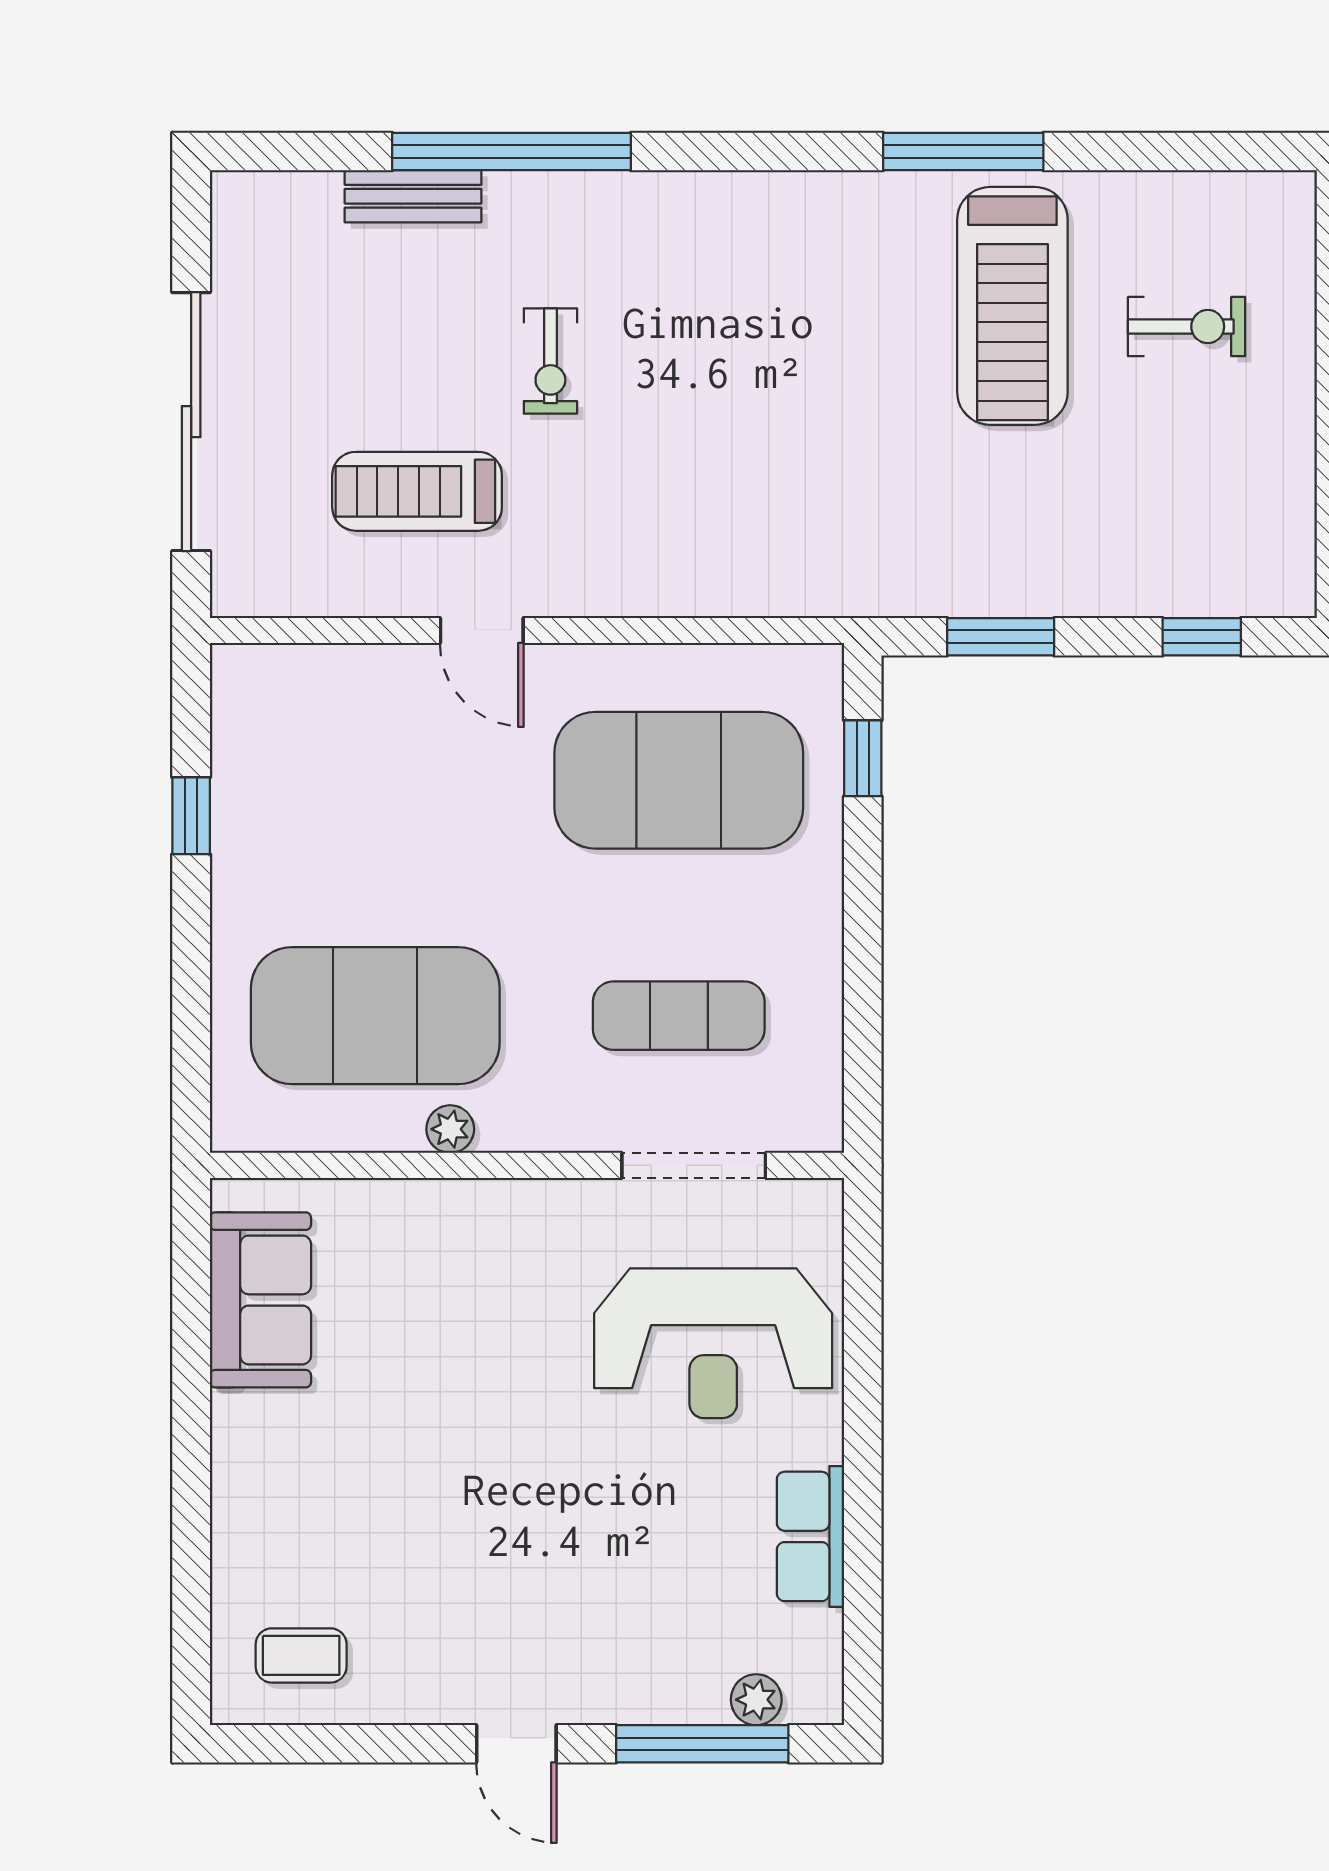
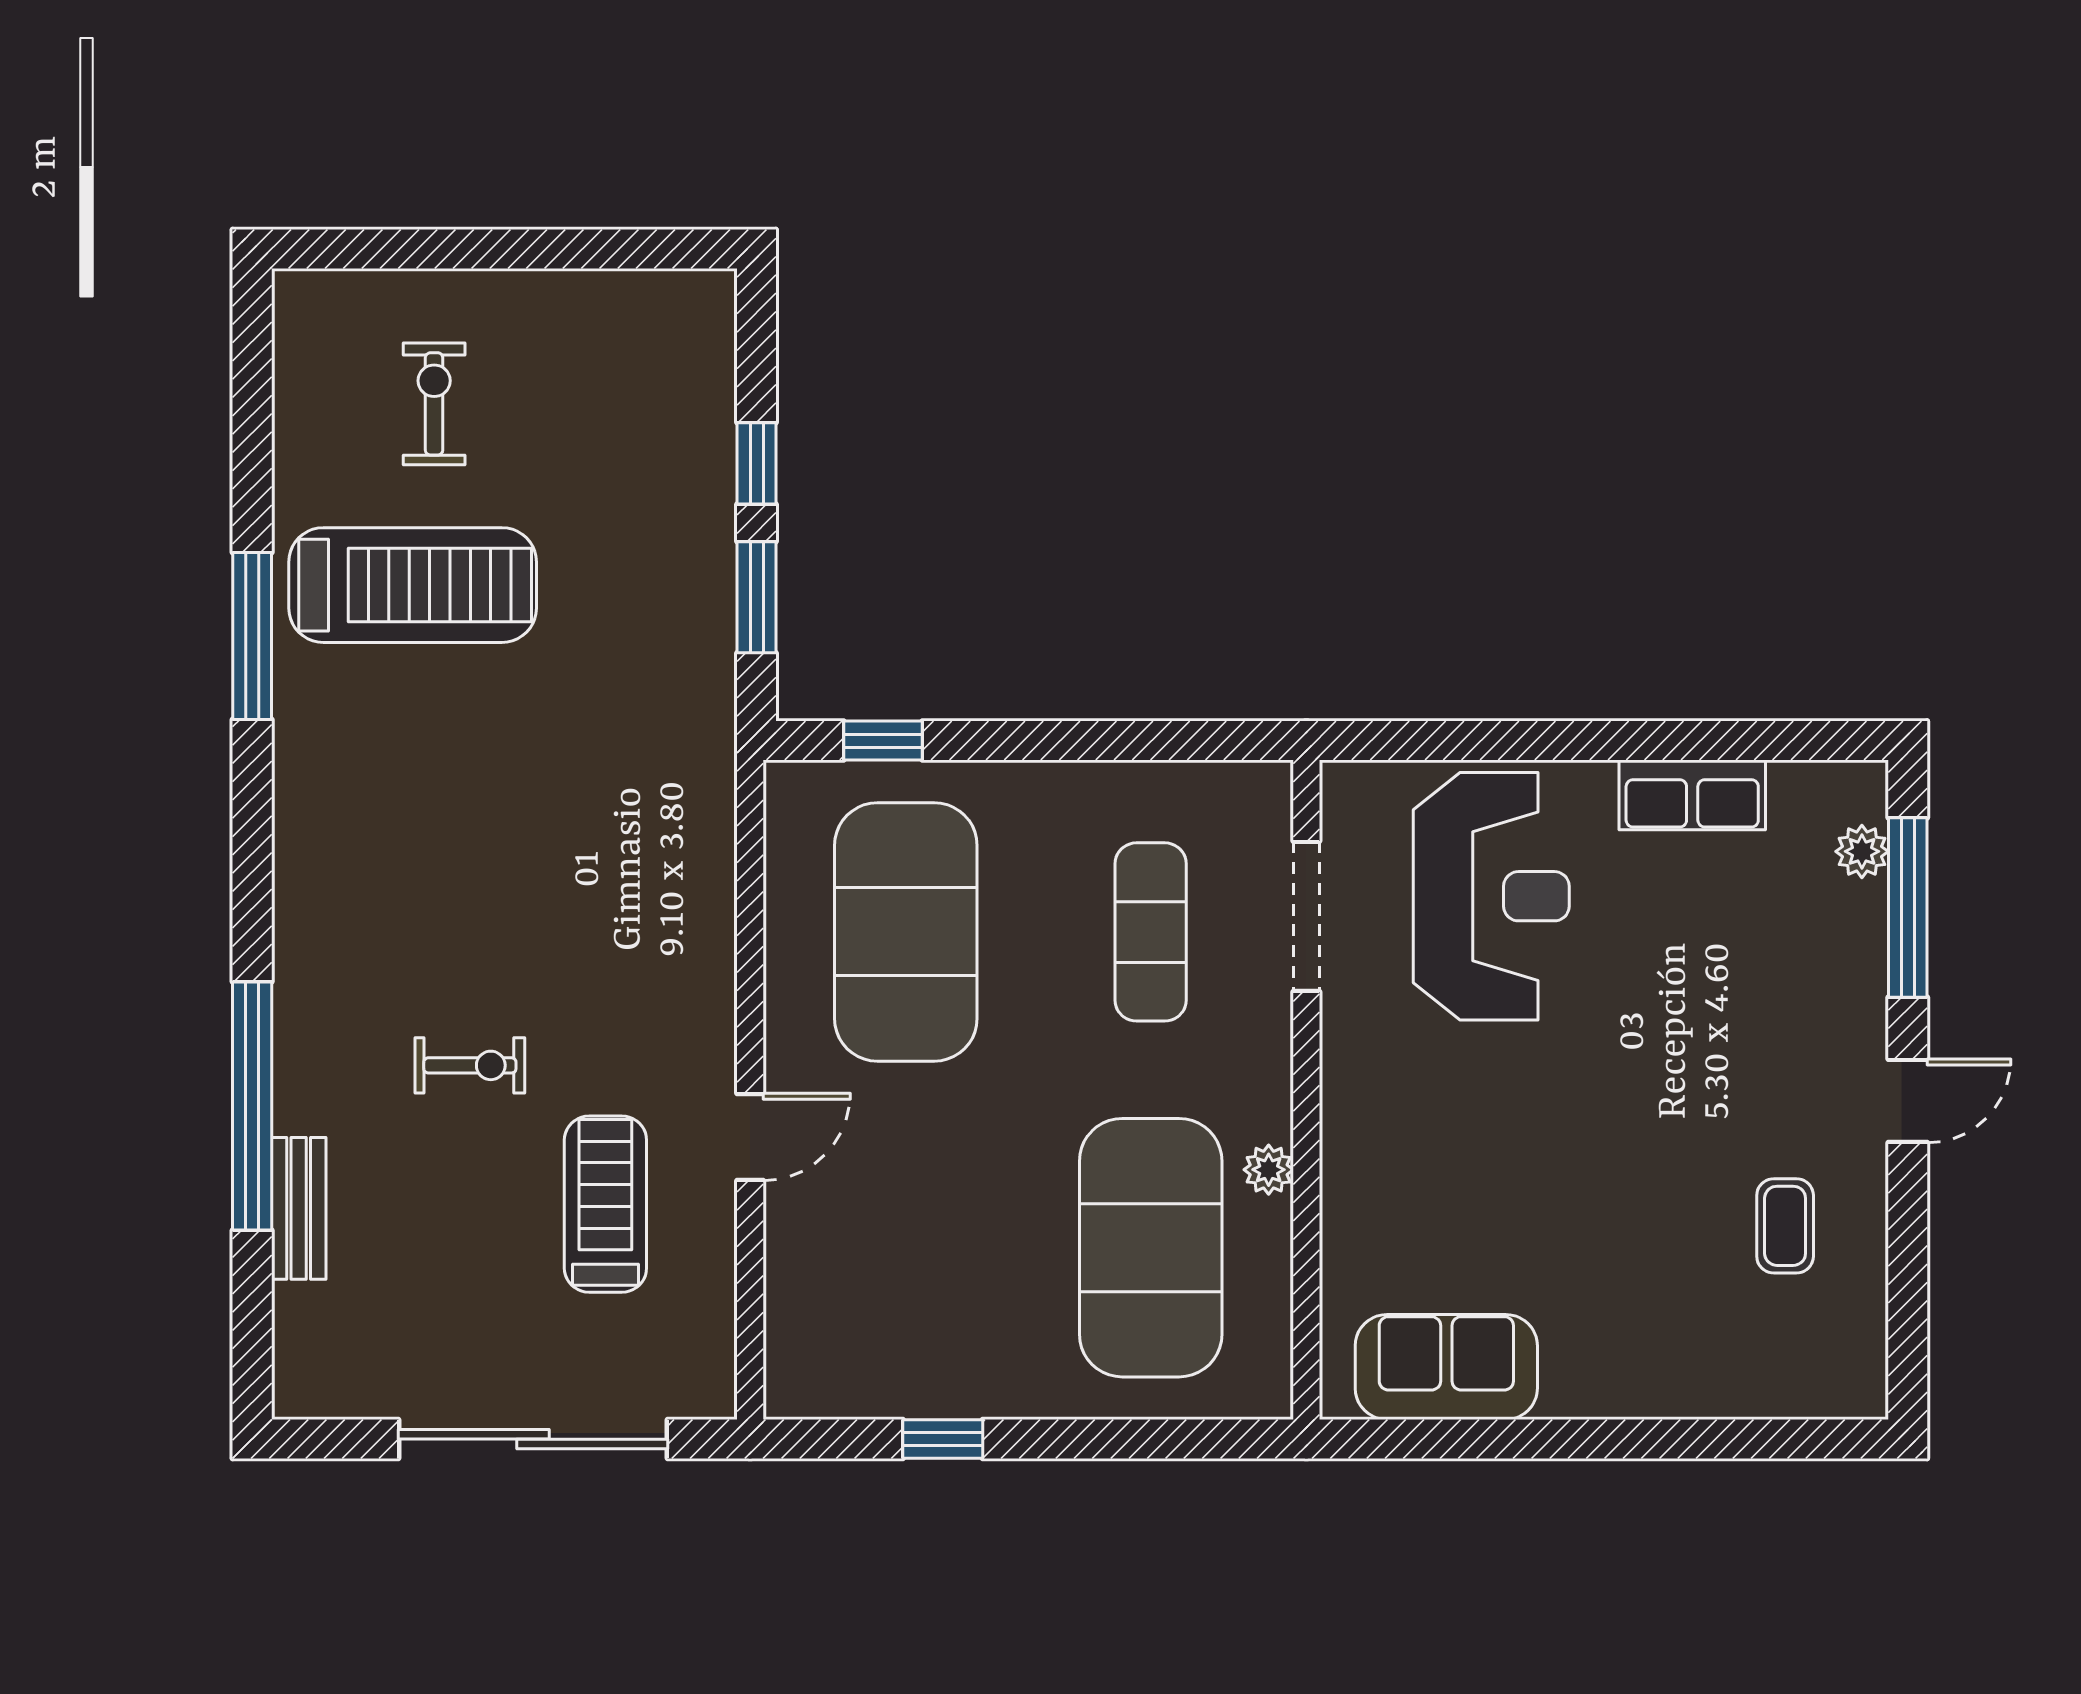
treadmill: (417, 491) -> (605, 1204), turned 180
window: (1202, 637) -> (757, 463), moved
coffee table: (301, 1655) -> (1785, 1226), moved

